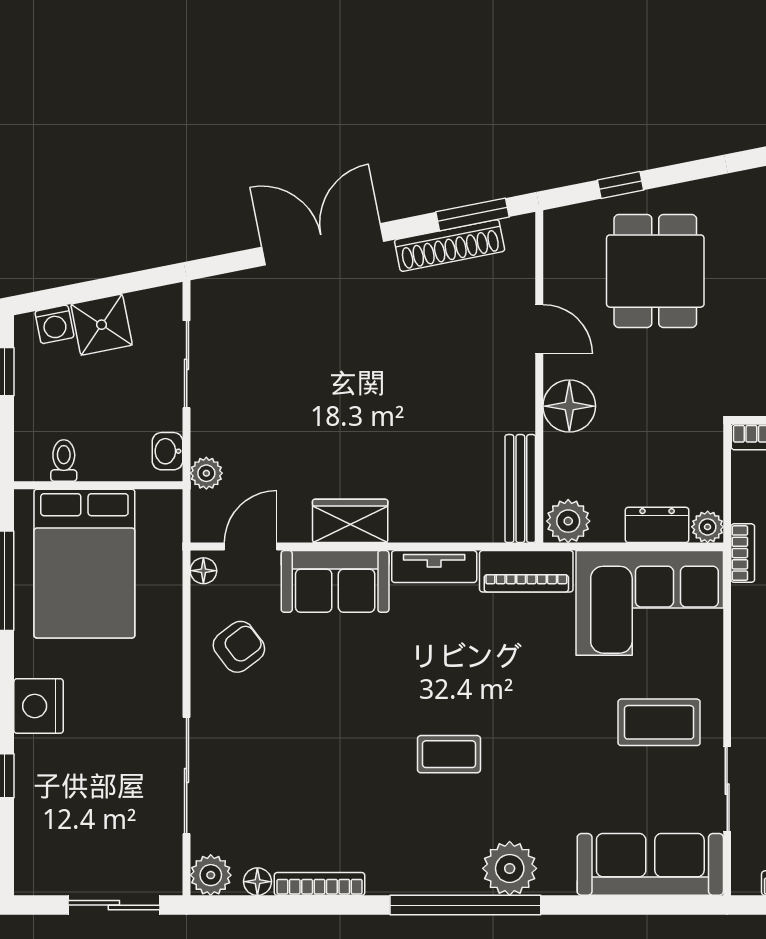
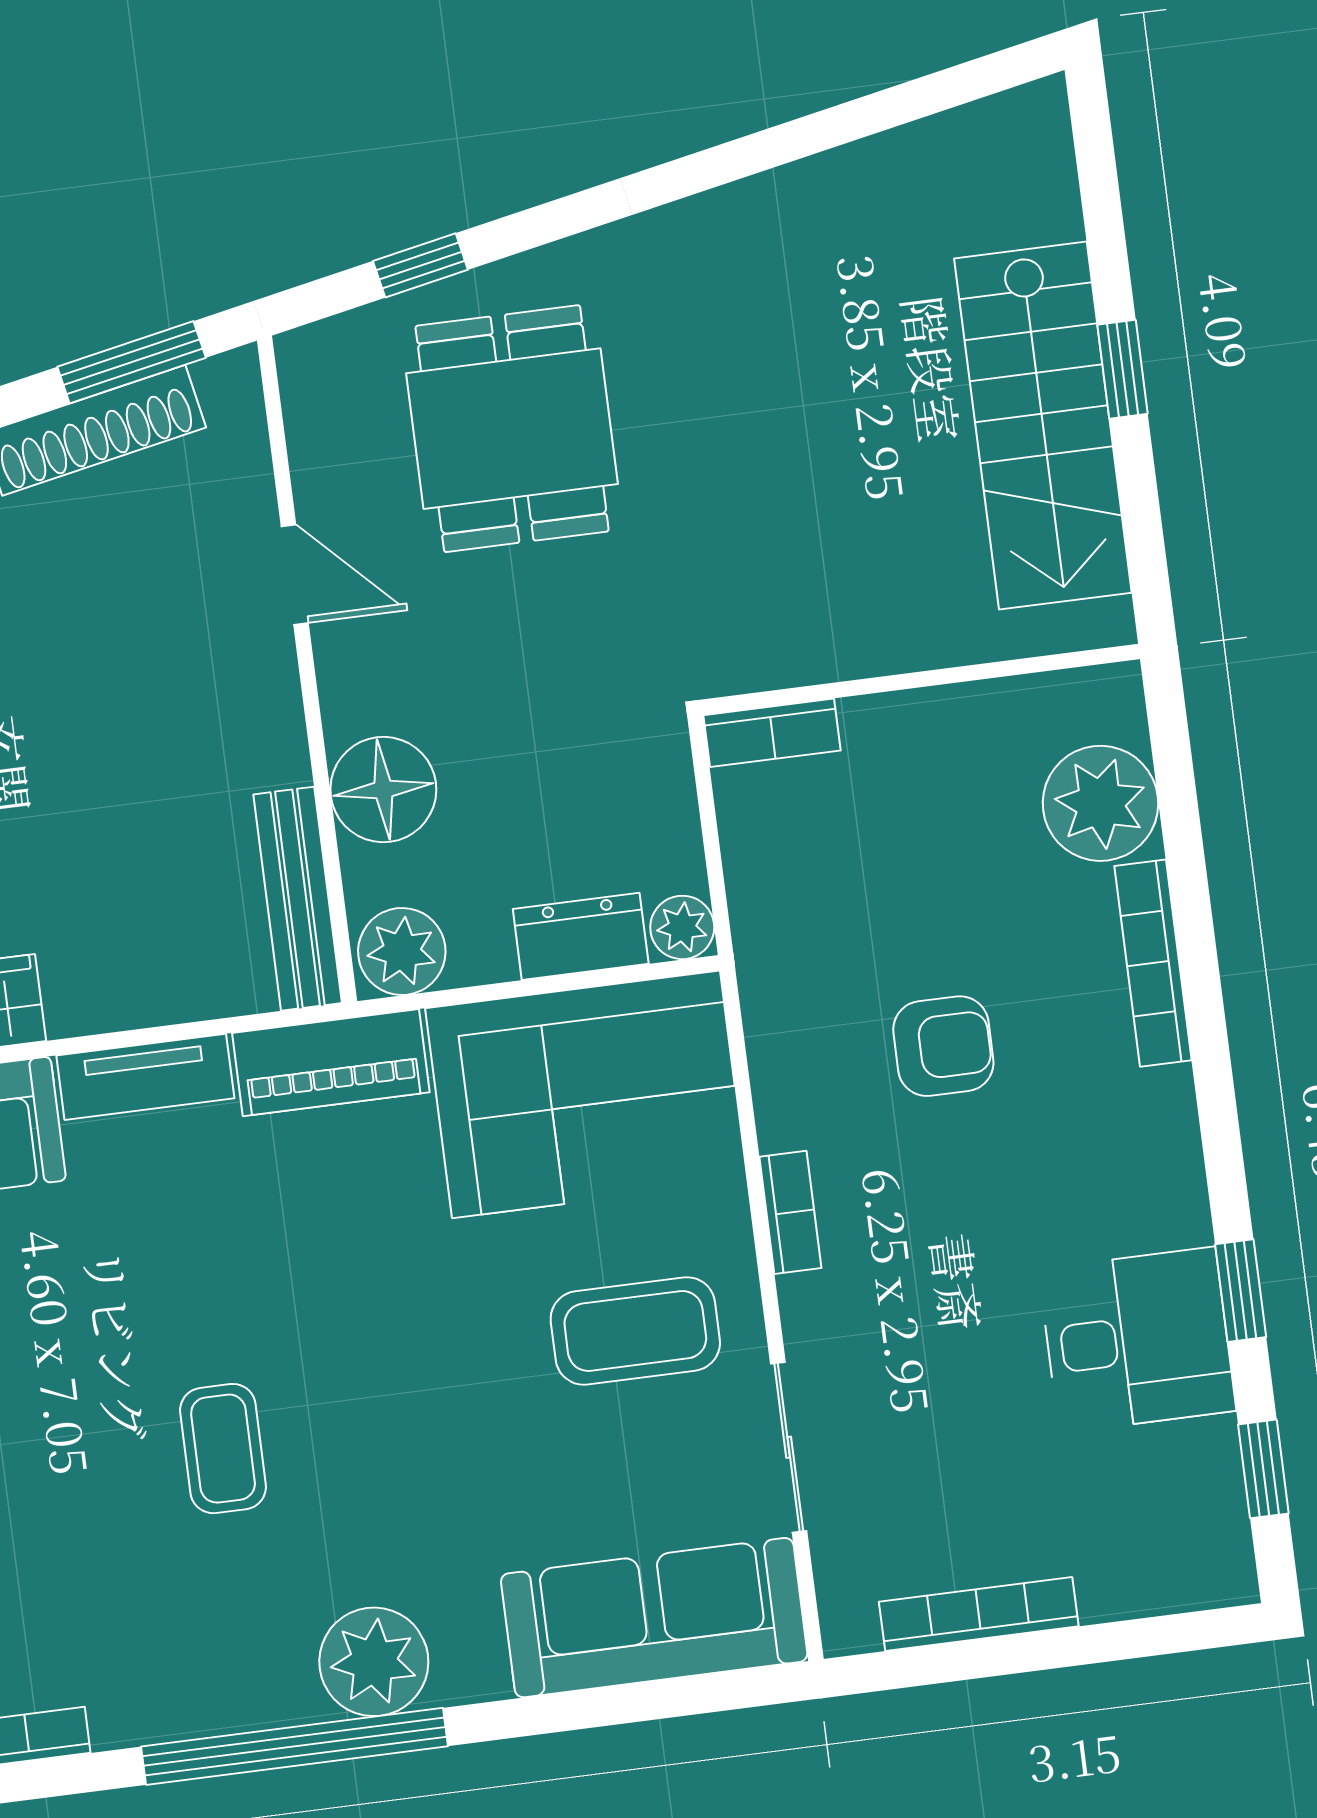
floor lamp: (569, 406) -> (383, 790), moved
bookcase: (743, 553) -> (790, 1212), moved
coffee table: (449, 754) -> (223, 1449), turned 90

